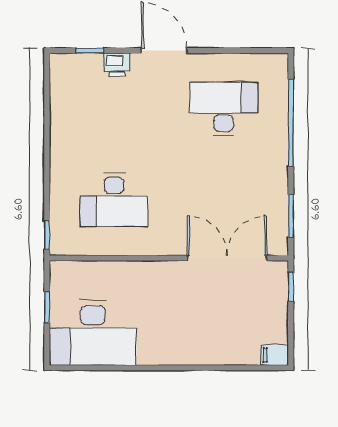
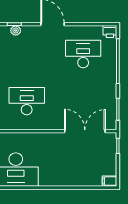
plant: (93, 63) -> (16, 30), added
printer: (117, 65) -> (110, 32), moved
desk: (114, 200) -> (27, 101), turned 180

